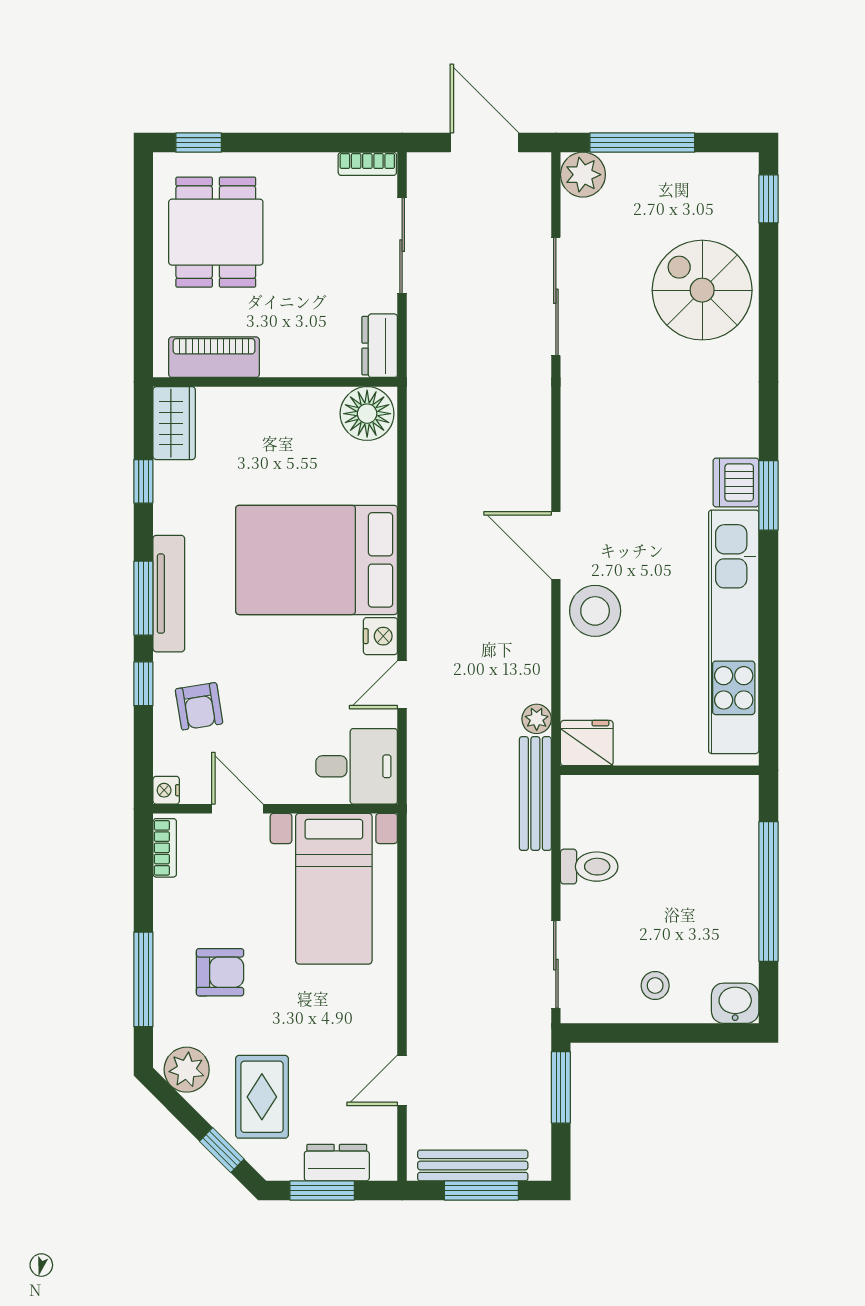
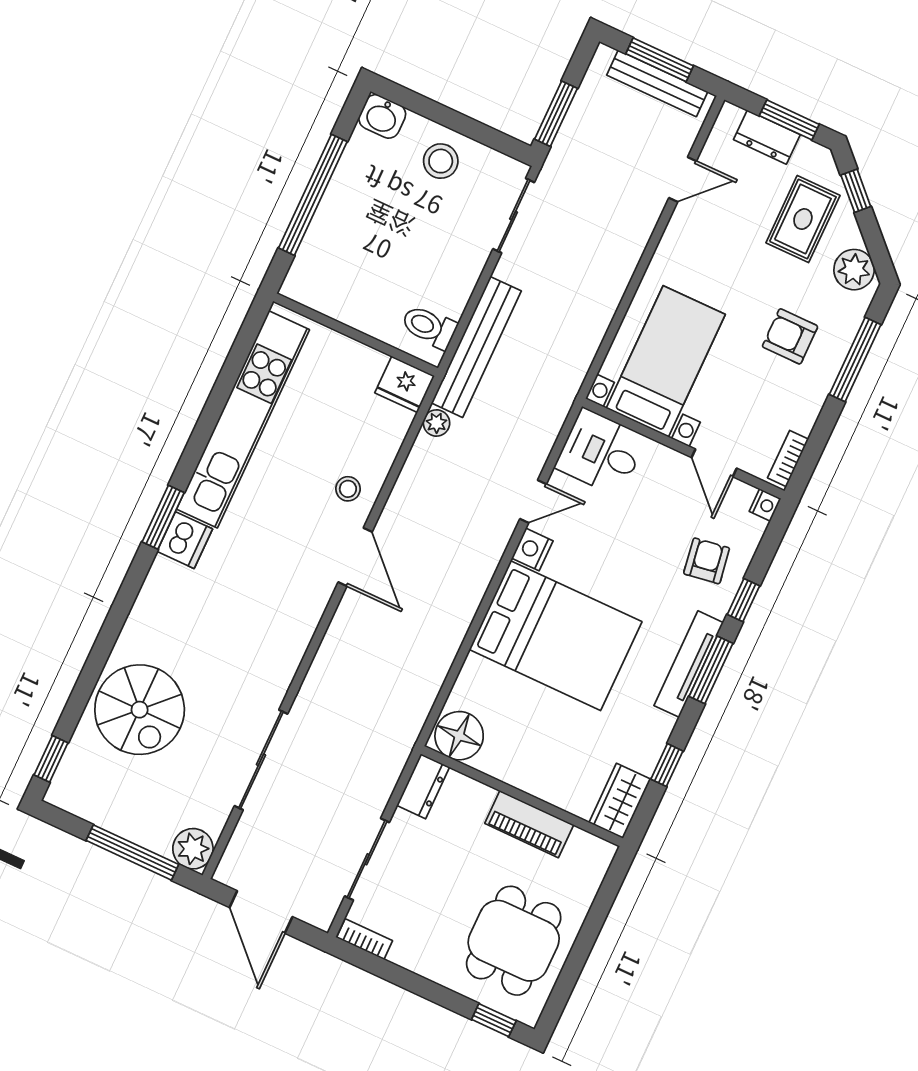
piano: (214, 357) -> (529, 824), moved
stool: (595, 611) -> (348, 489), width x0.53, depth x0.53
bench: (535, 794) -> (476, 347), width x1.37, depth x1.21
toilet: (589, 867) -> (429, 327), moved
stool: (655, 985) -> (441, 161), width x1.37, depth x1.37

